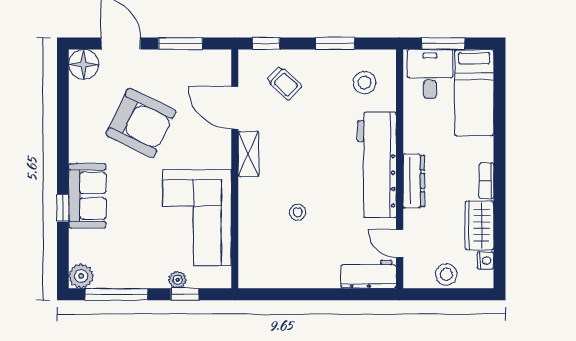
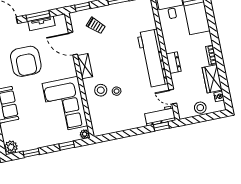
tv unit: (184, 59) -> (42, 23), added
stool: (365, 83) -> (101, 90), moved
armchair: (141, 123) -> (26, 61), turned 64
dresser: (414, 181) -> (173, 63), width x0.70
plant: (178, 280) -> (85, 134), moved
window: (116, 294) -> (31, 153), width x0.46
window: (367, 294) -> (161, 126), added

